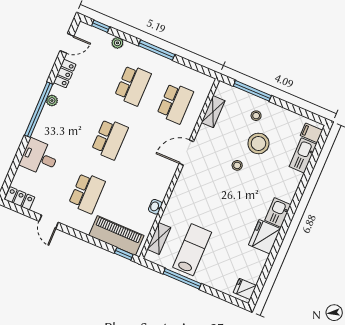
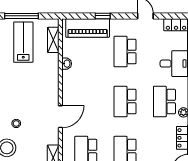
school desk: (67, 121) -> (164, 102), added
lab bench: (192, 250) -> (23, 42), turned 180
window: (124, 254) -> (103, 16), moved

